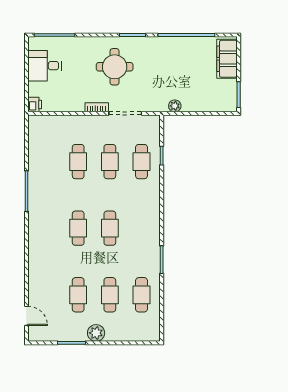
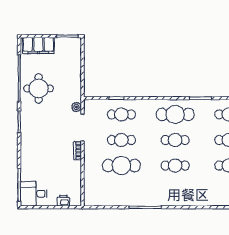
desk: (45, 66) -> (34, 194), moved, turned 90
round table: (115, 67) -> (39, 88), moved
printer: (35, 105) -> (63, 201), moved
plant: (175, 106) -> (76, 107), moved
cafe table: (78, 162) -> (121, 166), width x1.37, depth x1.35
cafe table: (142, 228) -> (175, 114), added

